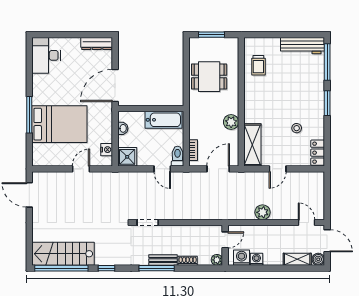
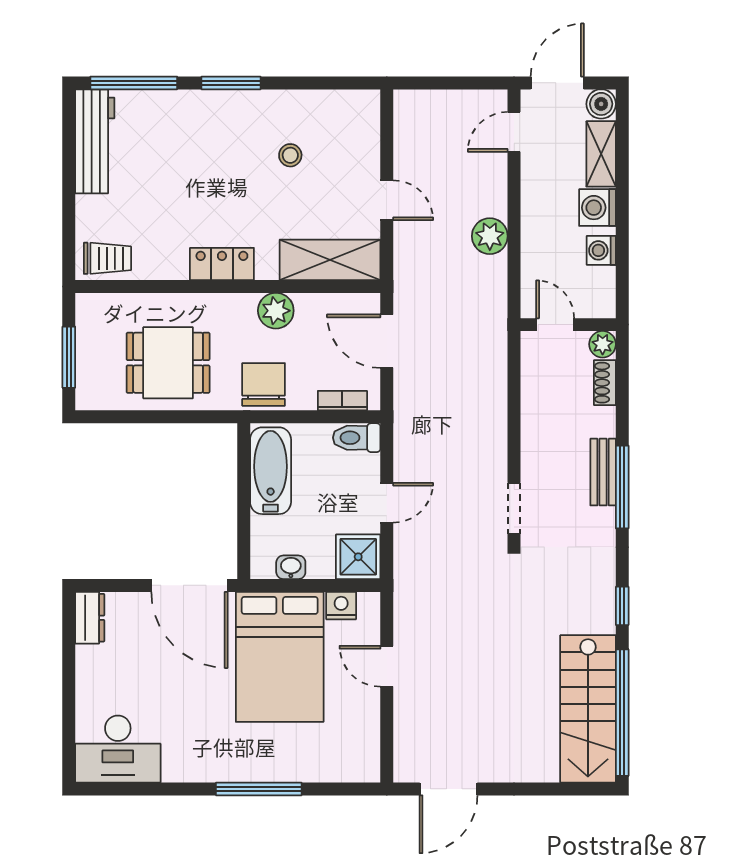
dresser: (97, 44) -> (90, 618), width x0.70
trolley: (258, 65) -> (107, 258), moved
dining table: (209, 77) -> (168, 363), turned 90
chair: (200, 117) -> (264, 384), added
bed: (59, 124) -> (280, 657), moved, turned 180
locker: (318, 153) -> (222, 264), moved, turned 180
door: (162, 169) -> (387, 503), moved
washing machine: (242, 258) -> (597, 208), moved
shoe rack: (188, 261) -> (605, 383), moved

